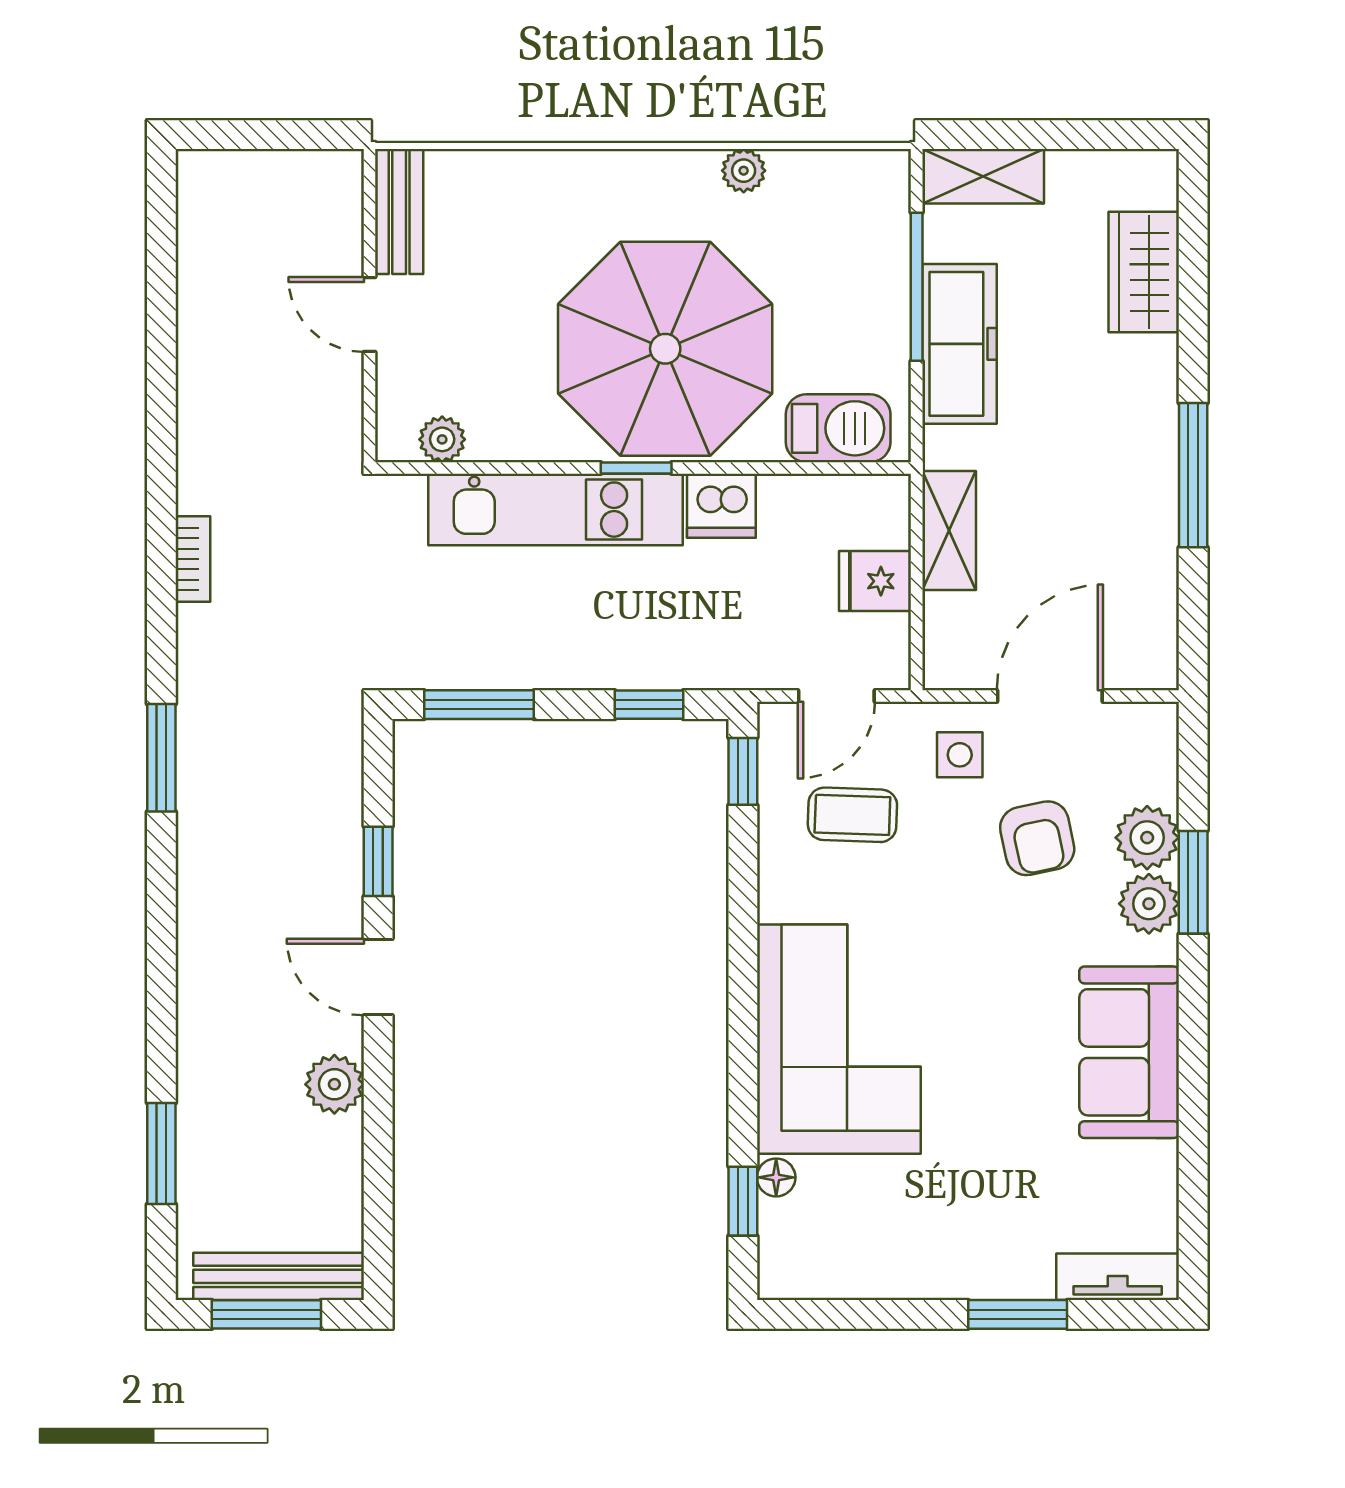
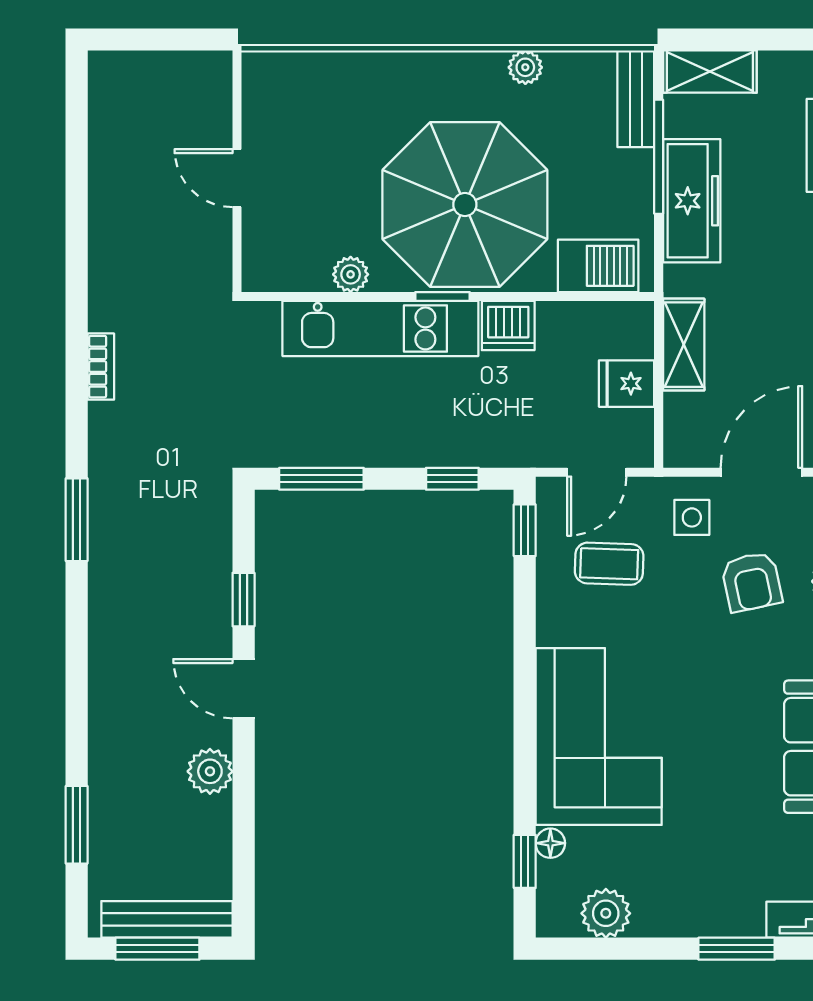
bench: (399, 212) -> (636, 99), moved
plant: (442, 439) -> (351, 274), moved
plant: (848, 1268) -> (606, 913), added

